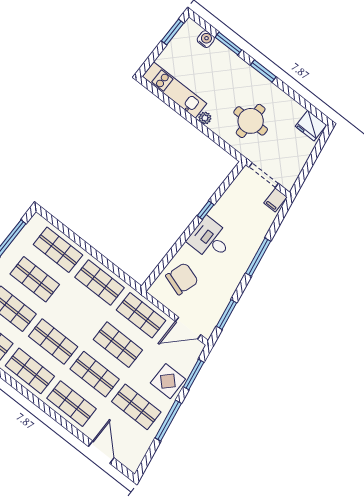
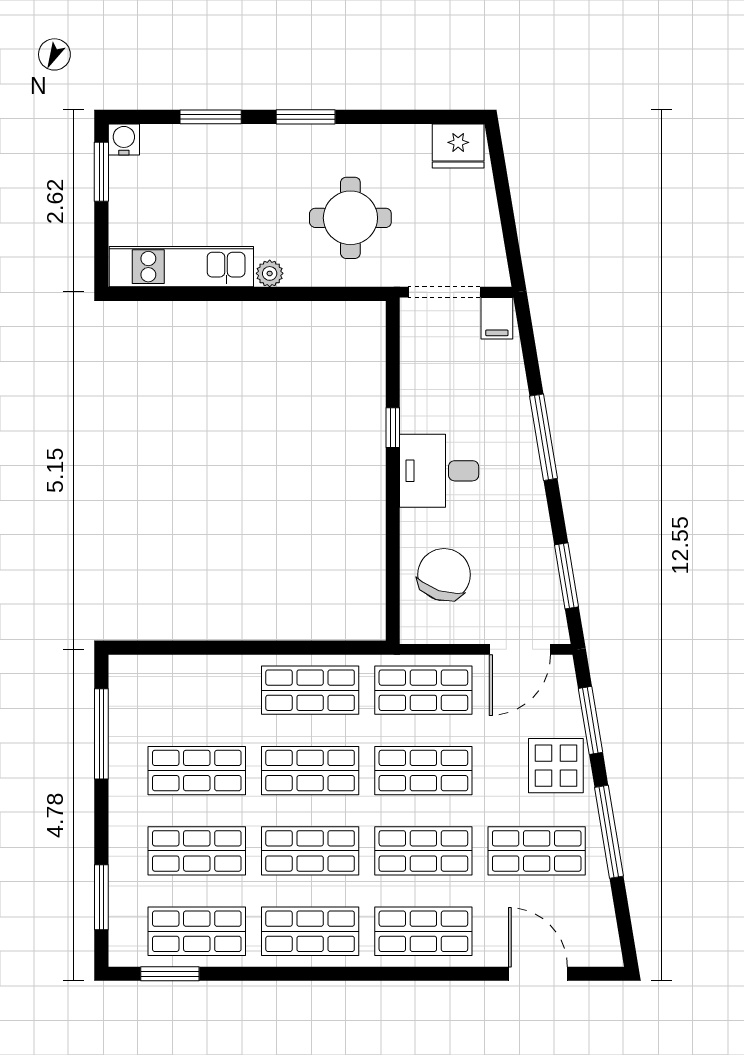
water cooler: (206, 39) -> (124, 139), moved
shop shelf: (58, 250) -> (310, 771), moved

